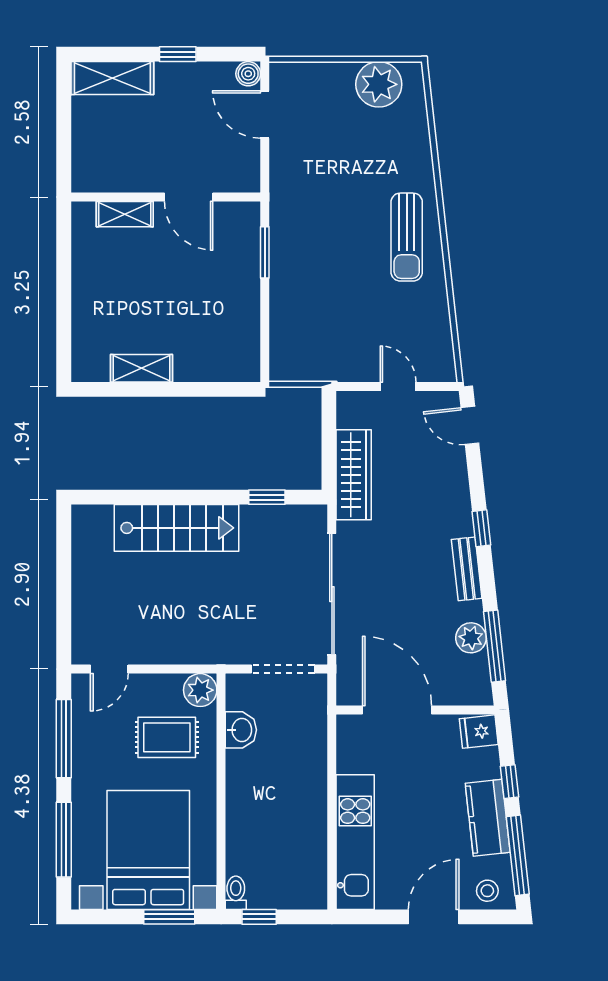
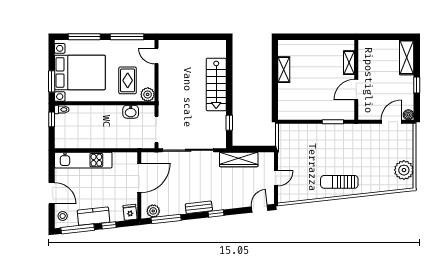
plant: (471, 638) -> (153, 211), moved

